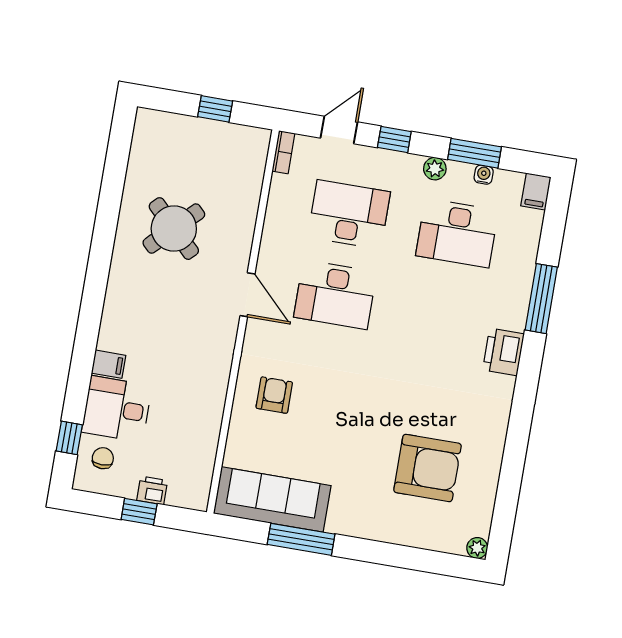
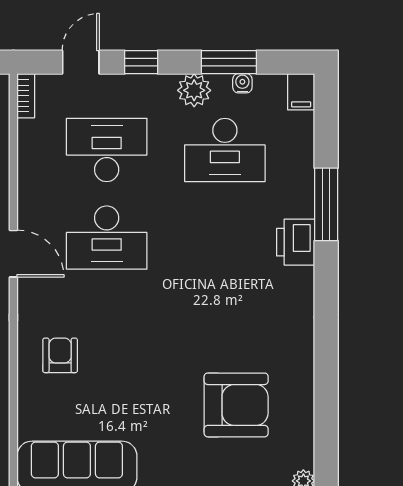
plant: (435, 169) -> (194, 90), width x1.38, depth x1.38
printer: (503, 352) -> (296, 242), moved

